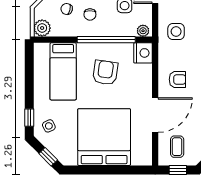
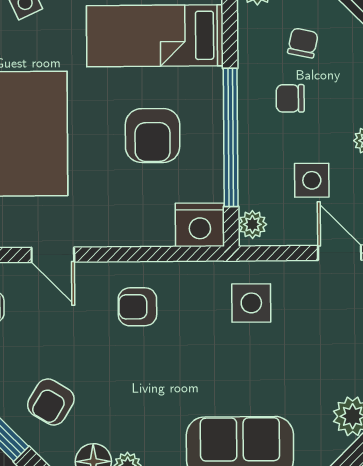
armchair: (105, 73) -> (153, 136), turned 82
armchair: (177, 79) -> (137, 307), turned 90
door: (155, 115) -> (53, 255), width x0.53

